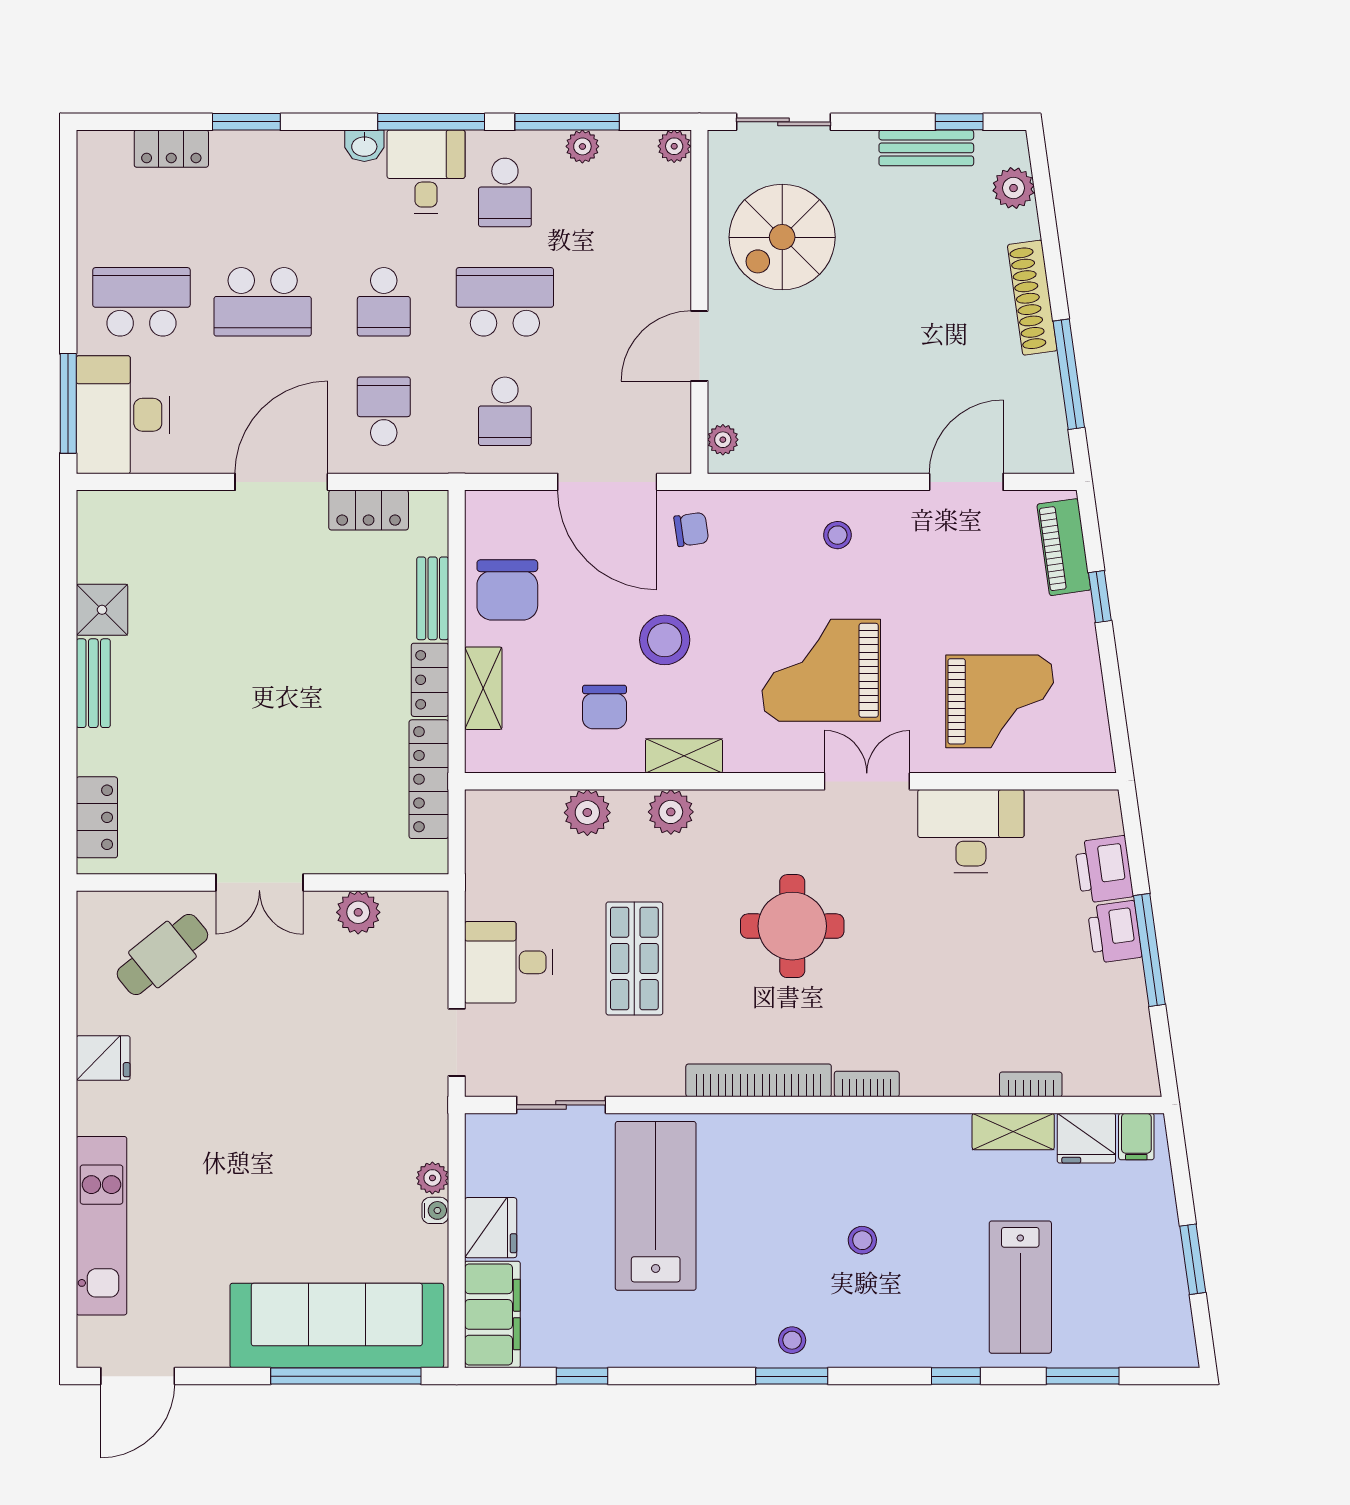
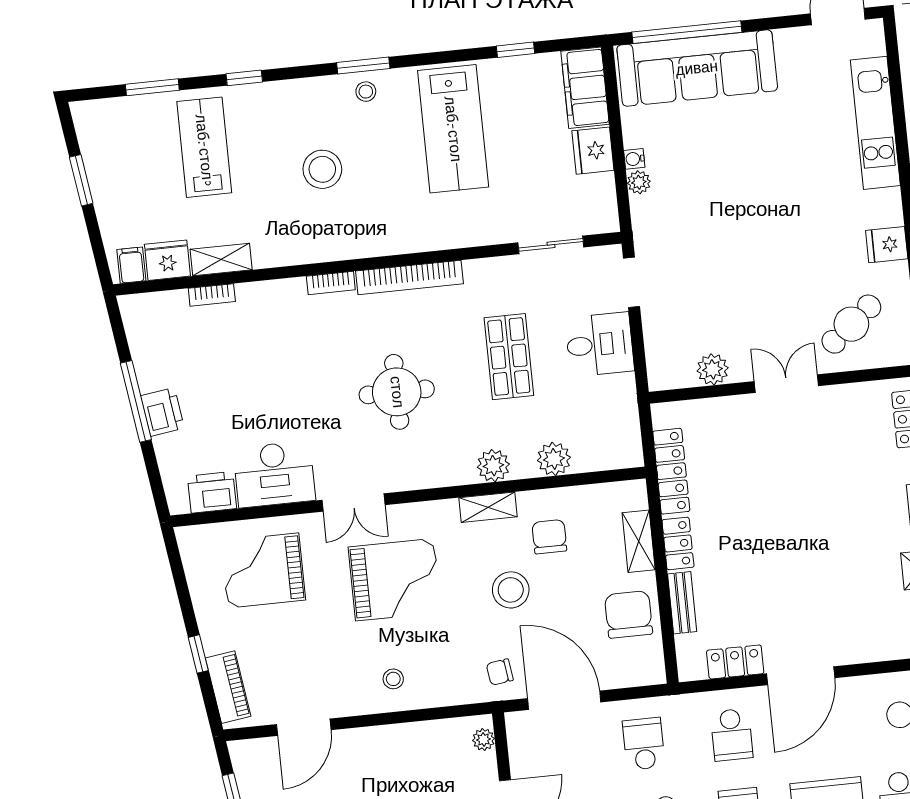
printer: (1104, 869) -> (212, 492), moved, turned -82
lab bench: (656, 1206) -> (453, 129), moved
stool: (862, 1240) -> (322, 169), width x1.89, depth x1.89

